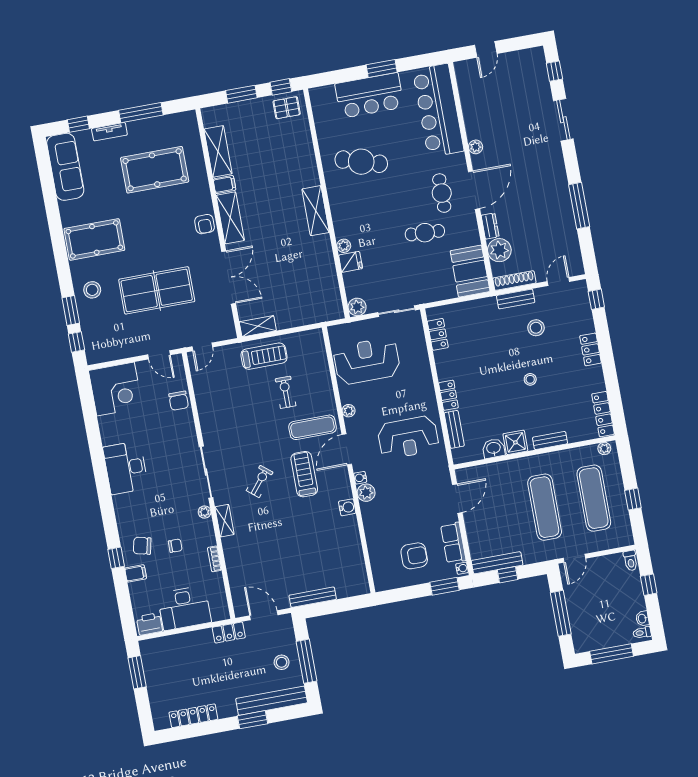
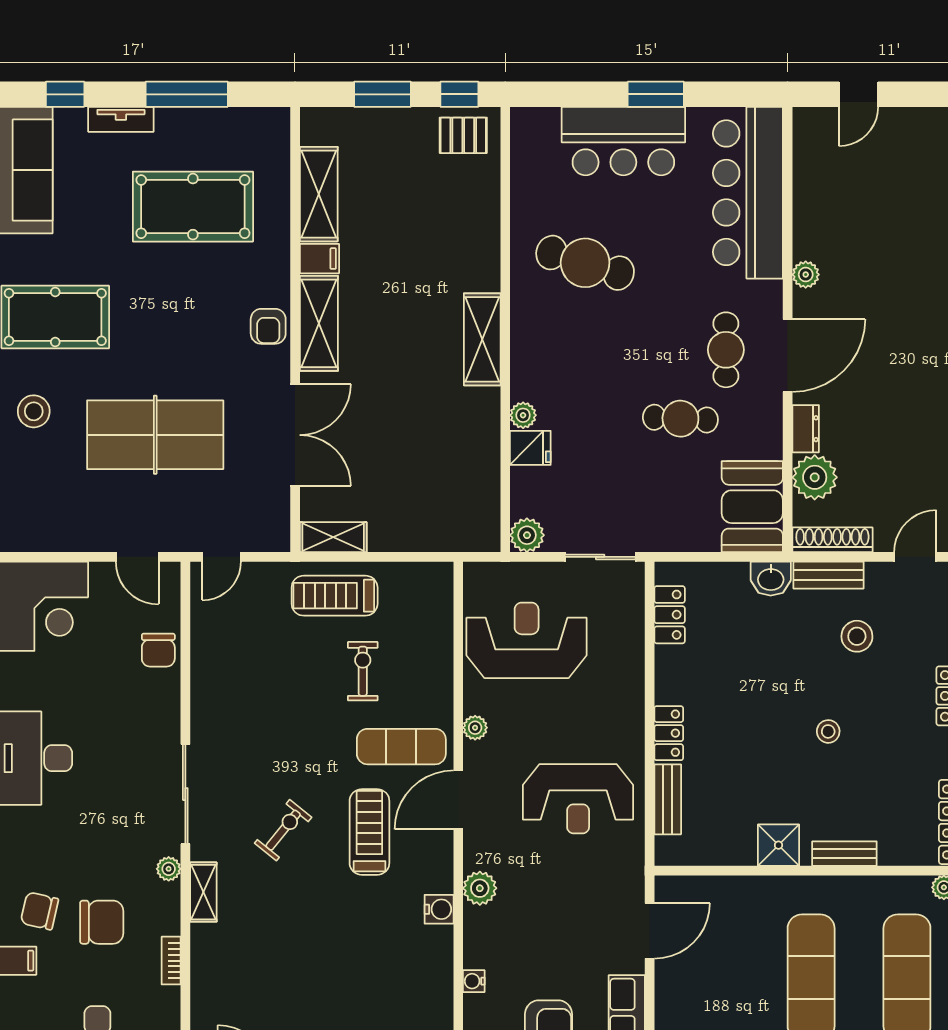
treadmill: (264, 356) -> (335, 596), turned 180
washbasin: (494, 448) -> (771, 579), moved, turned 180
water cooler: (360, 478) -> (474, 981), moved
chair: (175, 546) -> (102, 922), width x1.87, depth x1.87

